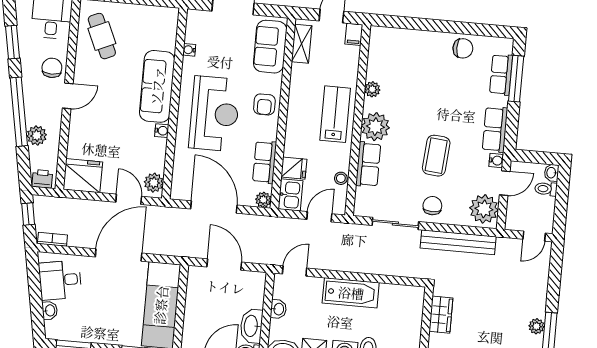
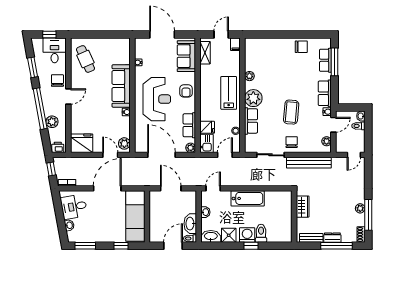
plant: (484, 209) -> (327, 141), width x0.53, depth x0.53

